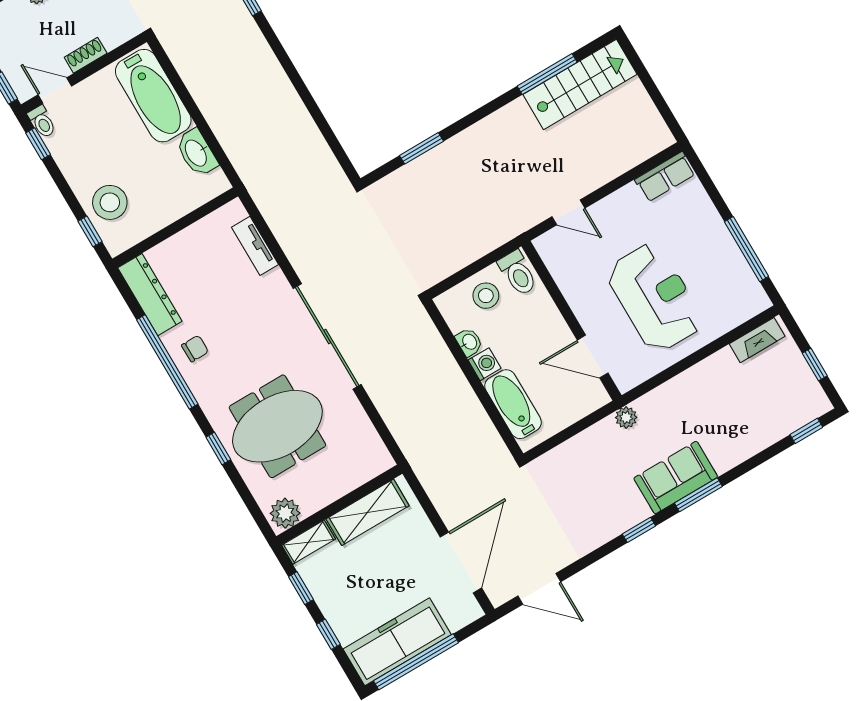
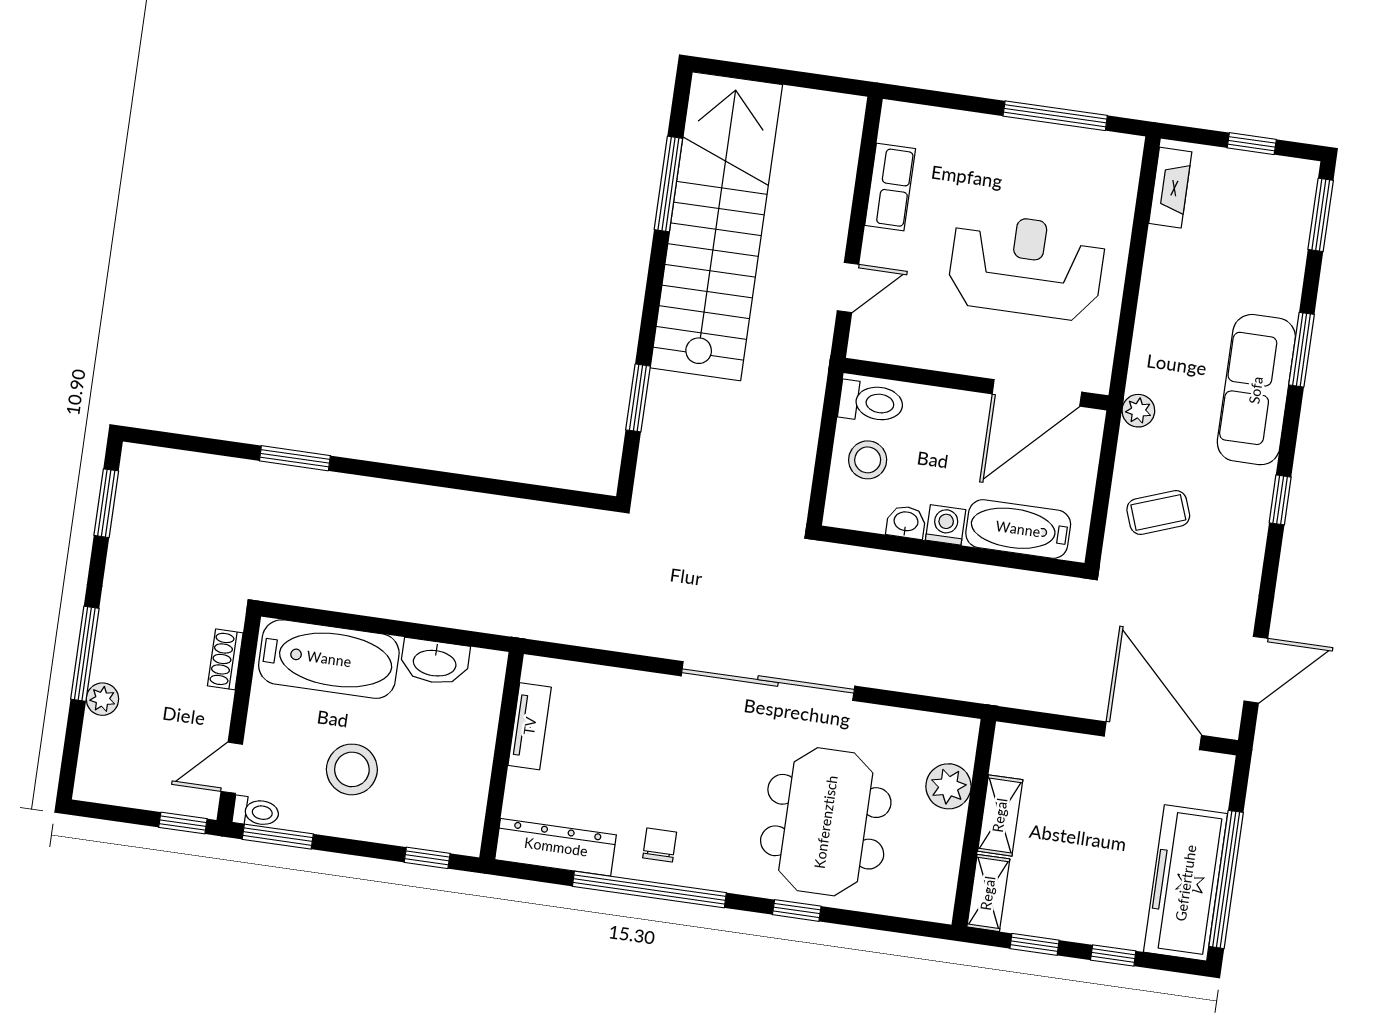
shoe rack: (86, 55) -> (225, 659), moved
stairs: (580, 84) -> (716, 226), width x1.86, depth x1.51
window: (38, 144) -> (278, 837), width x1.50
row of seats: (665, 177) -> (890, 187), moved
stool: (110, 202) -> (352, 769), moved
tv unit: (255, 246) -> (530, 726), moved, turned -90
door: (593, 357) -> (1037, 393), width x1.36
window: (806, 431) -> (1321, 215), width x1.50
coffee table: (581, 471) -> (1158, 512), added
sofa: (676, 478) -> (1256, 390), width x1.36
window: (698, 495) -> (1302, 350), moved
shelving: (368, 512) -> (1000, 815), width x0.67, depth x0.75
plant: (285, 513) -> (948, 786), moved

